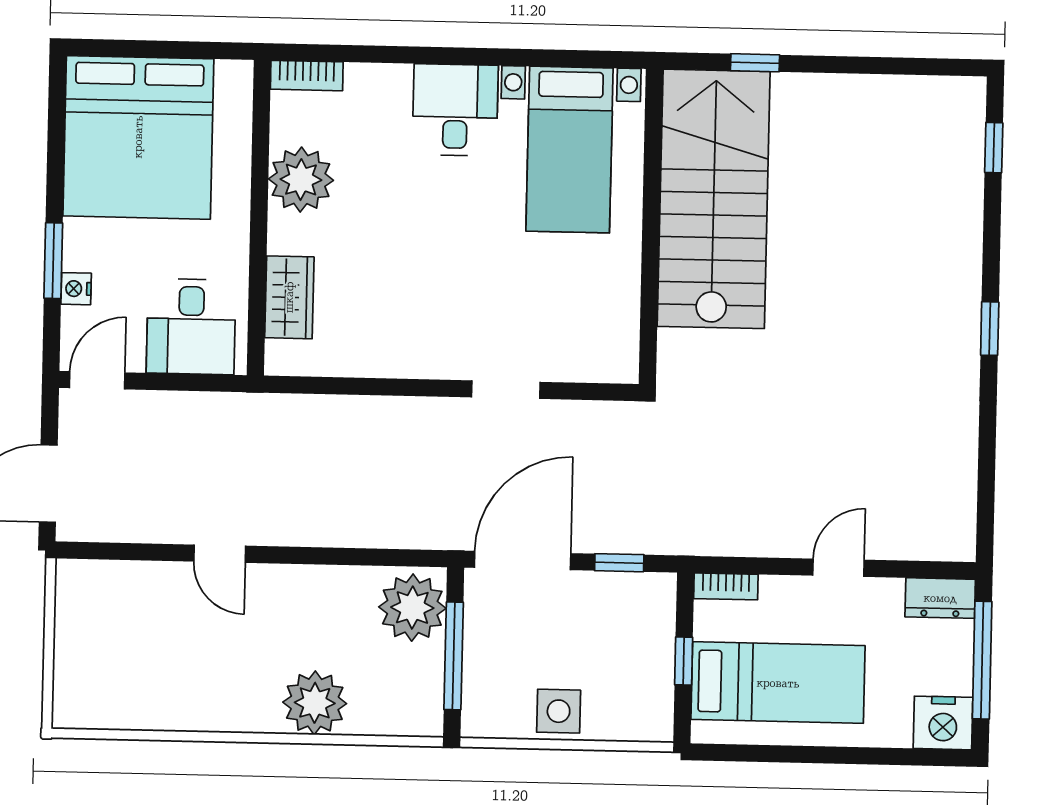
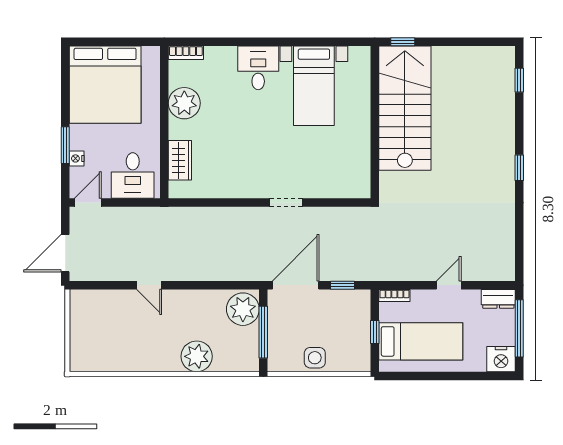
stairs: (714, 199) -> (405, 108), moved
wall: (651, 227) -> (375, 122), moved

